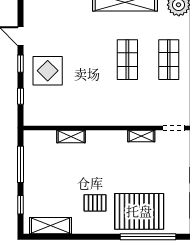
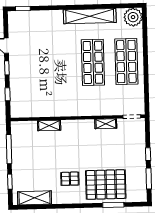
shop shelf: (127, 60) -> (93, 62), width x1.43, depth x1.36
shop shelf: (169, 60) -> (126, 62), width x1.43, depth x1.36
display table: (48, 71) -> (29, 73), removed
window: (148, 237) -> (113, 205), width x0.47

